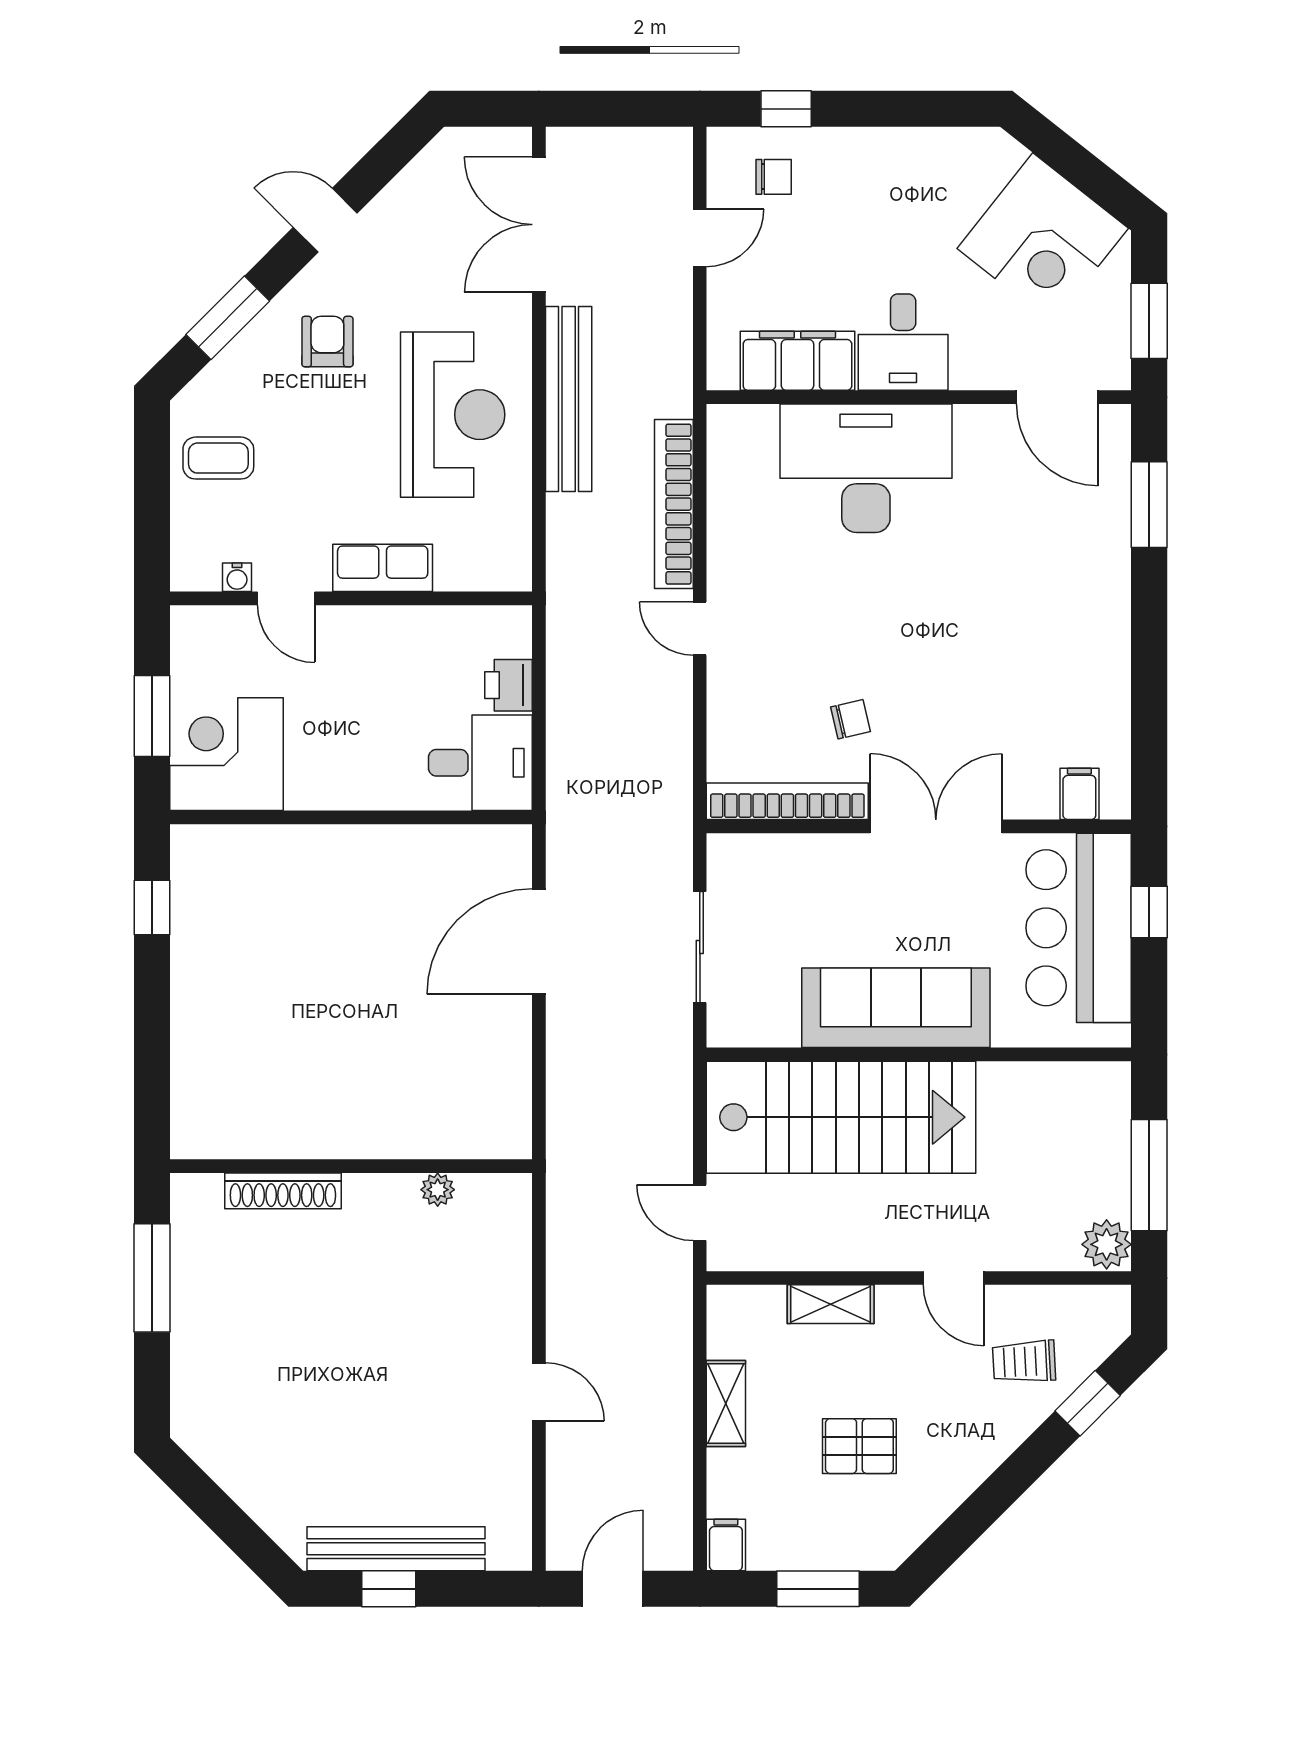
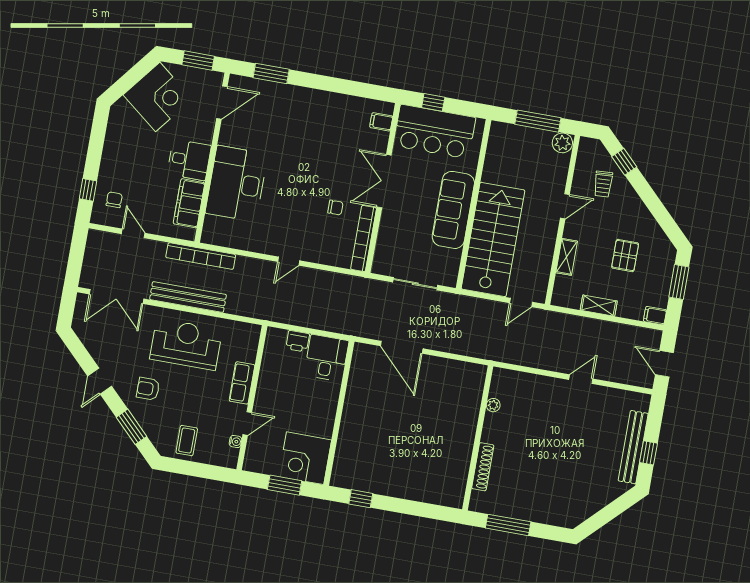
bookcase: (674, 504) -> (201, 256), moved
chair: (850, 719) -> (335, 208), turned 103

